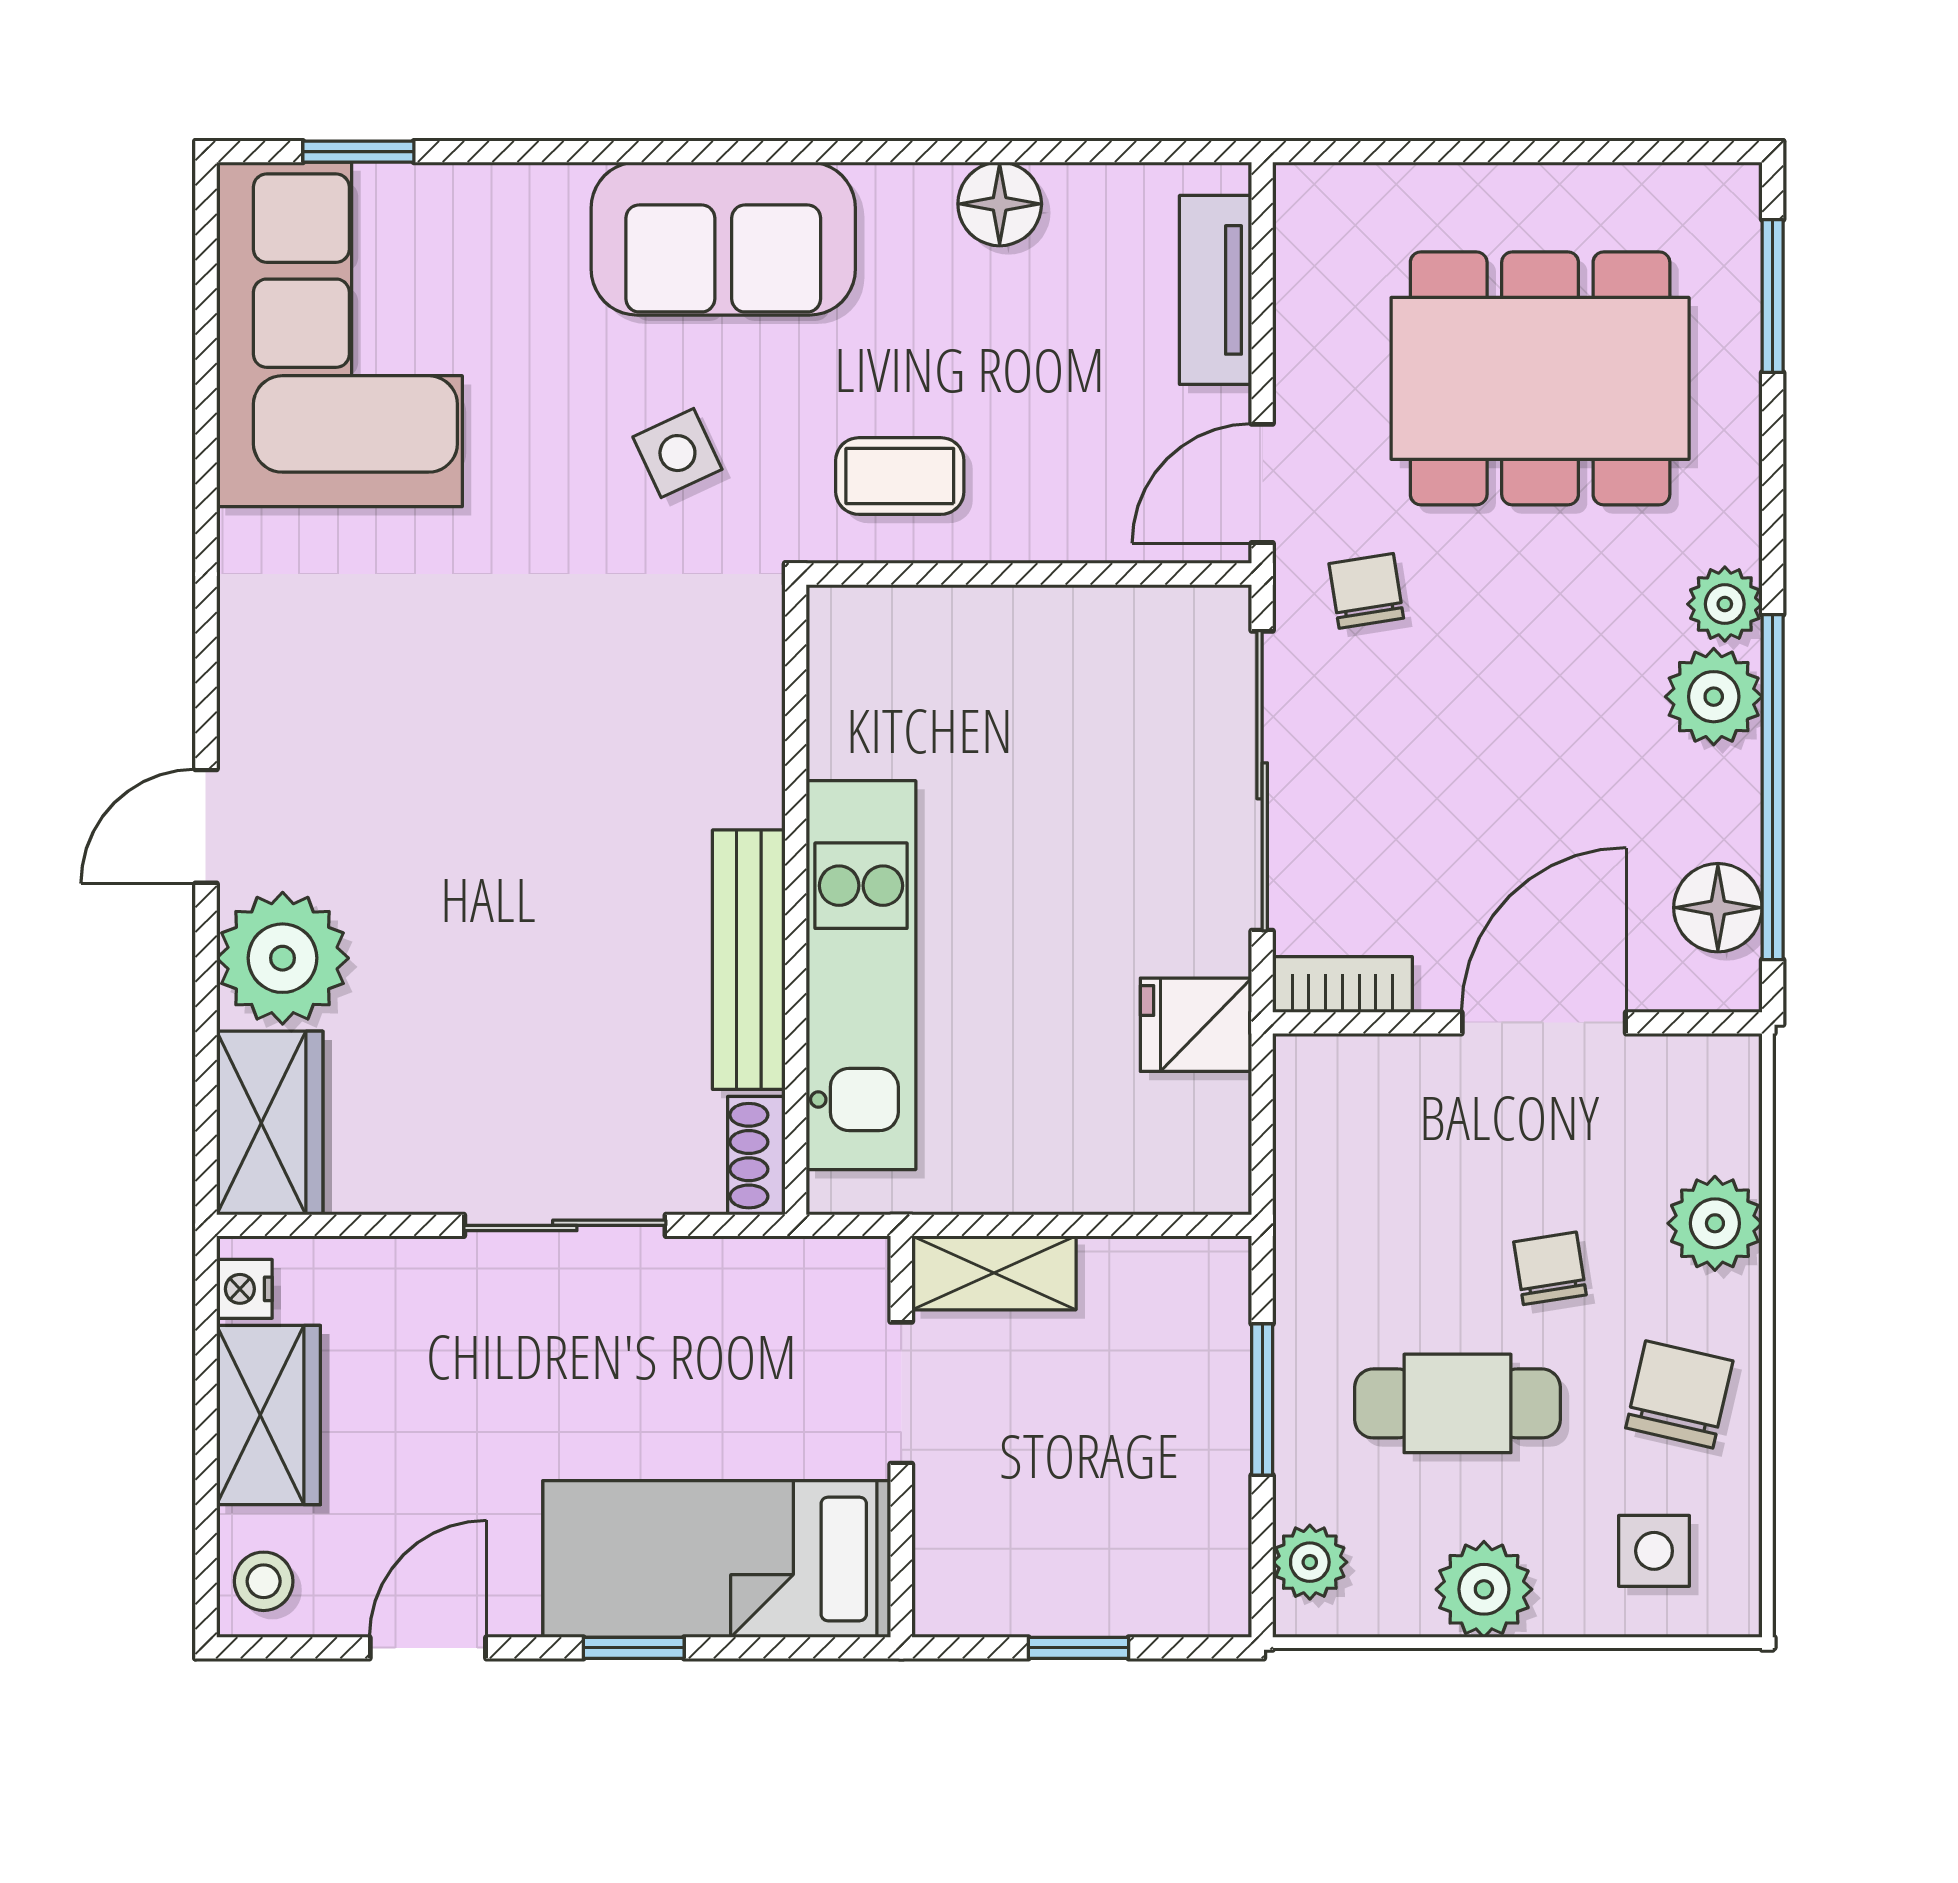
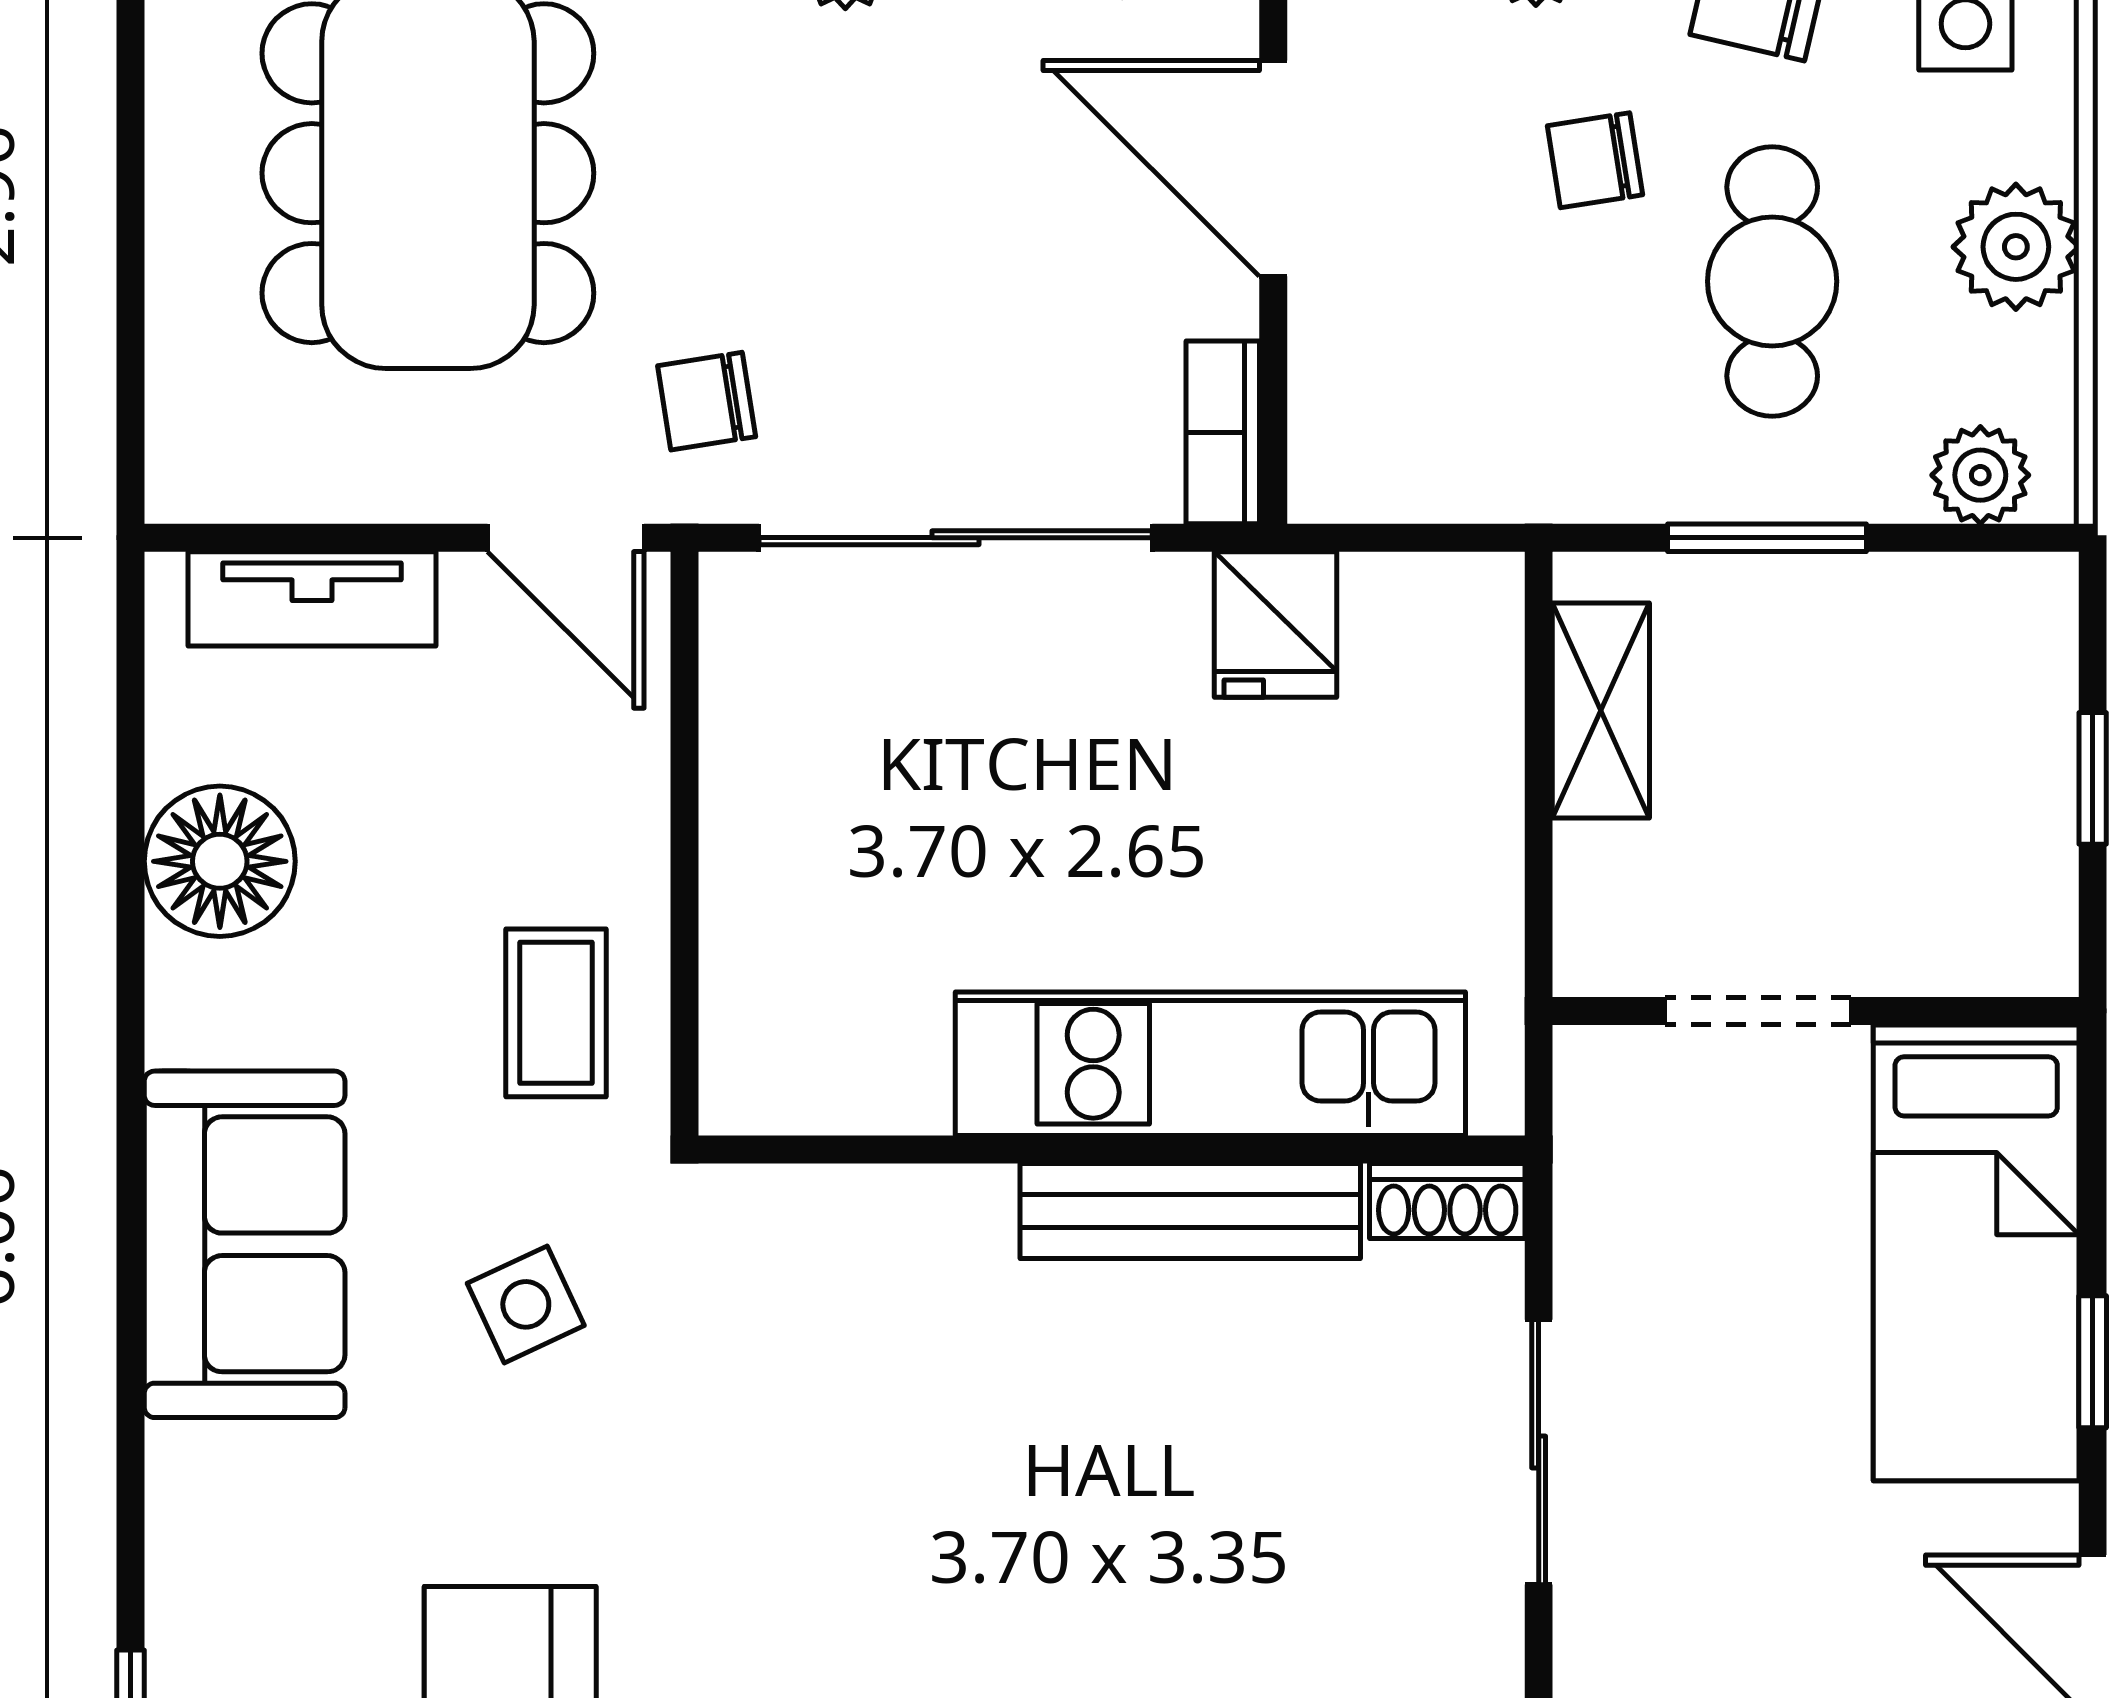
floor lamp: (1000, 204) -> (220, 861), width x1.38, depth x1.38
shelving: (994, 1273) -> (1601, 711), moved

